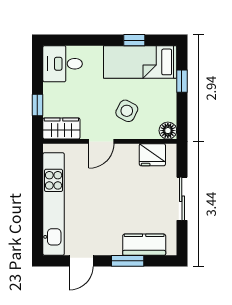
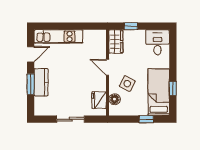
floor lamp: (168, 131) -> (115, 99), moved
kitchen unit: (54, 204) -> (58, 37), width x0.73
kitchen counter: (144, 245) -> (41, 82), moved
door: (81, 261) -> (31, 54), swing flipped

